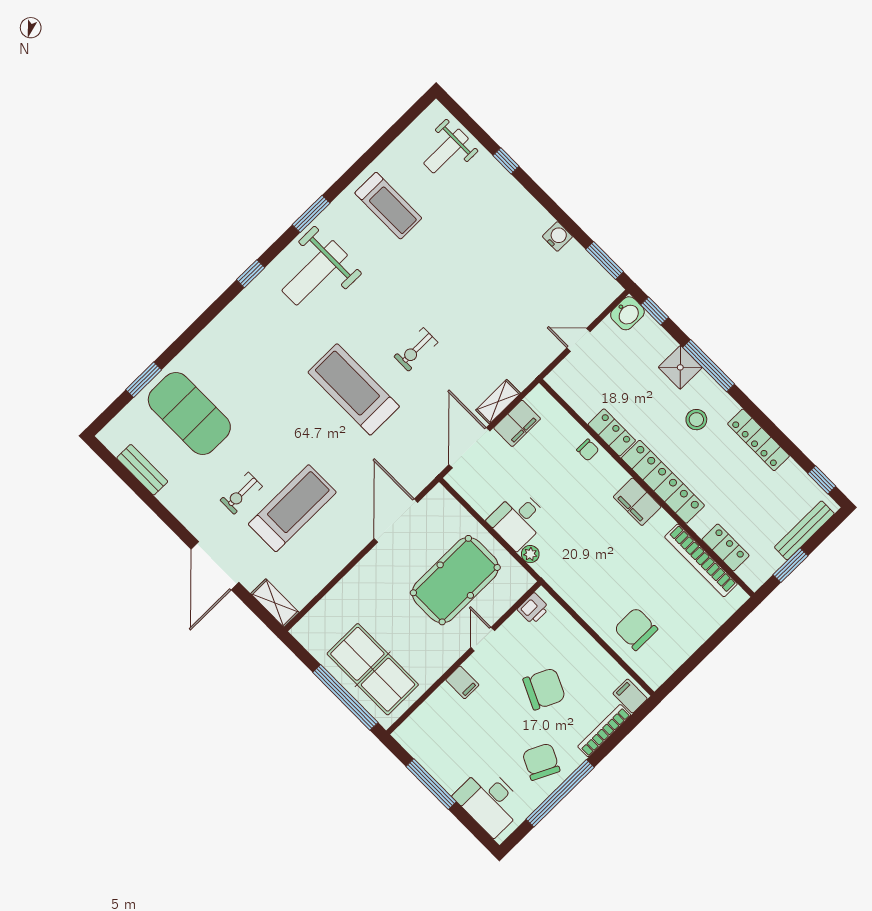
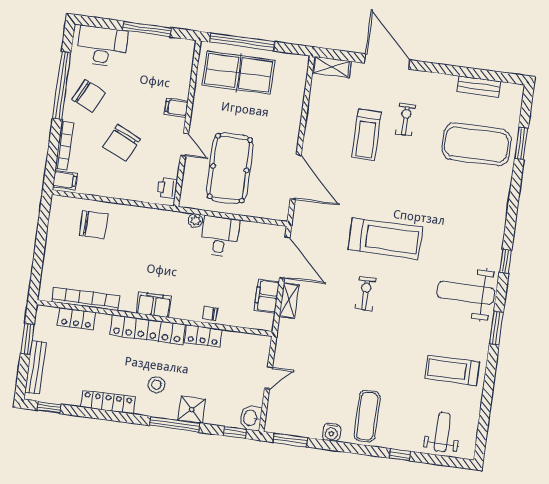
exercise mat: (509, 225) -> (367, 416), added
weight bench: (315, 273) -> (466, 293), turned -90
treadmill: (292, 508) -> (366, 135), width x0.73, depth x0.73

